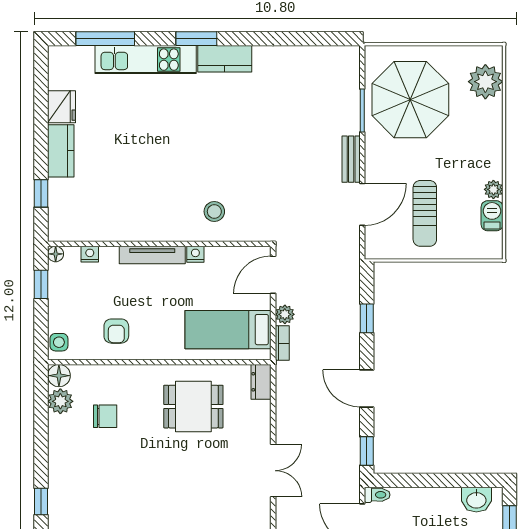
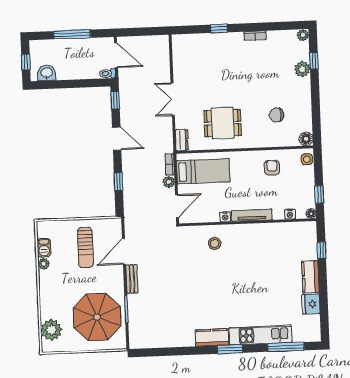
sun lounger: (425, 213) -> (85, 247), turned 180
plant: (60, 401) -> (302, 69), moved
double door: (273, 471) -> (173, 99), moved

